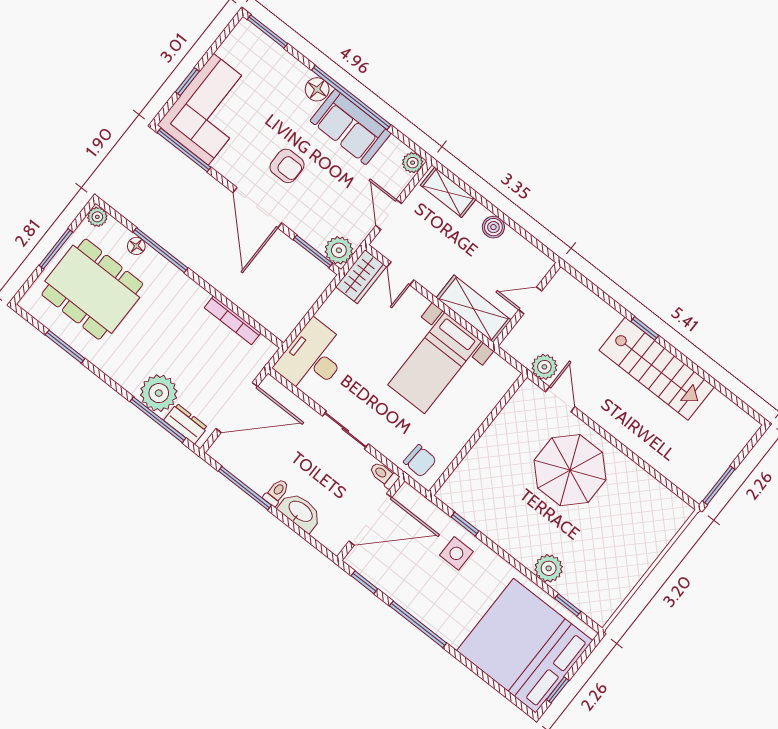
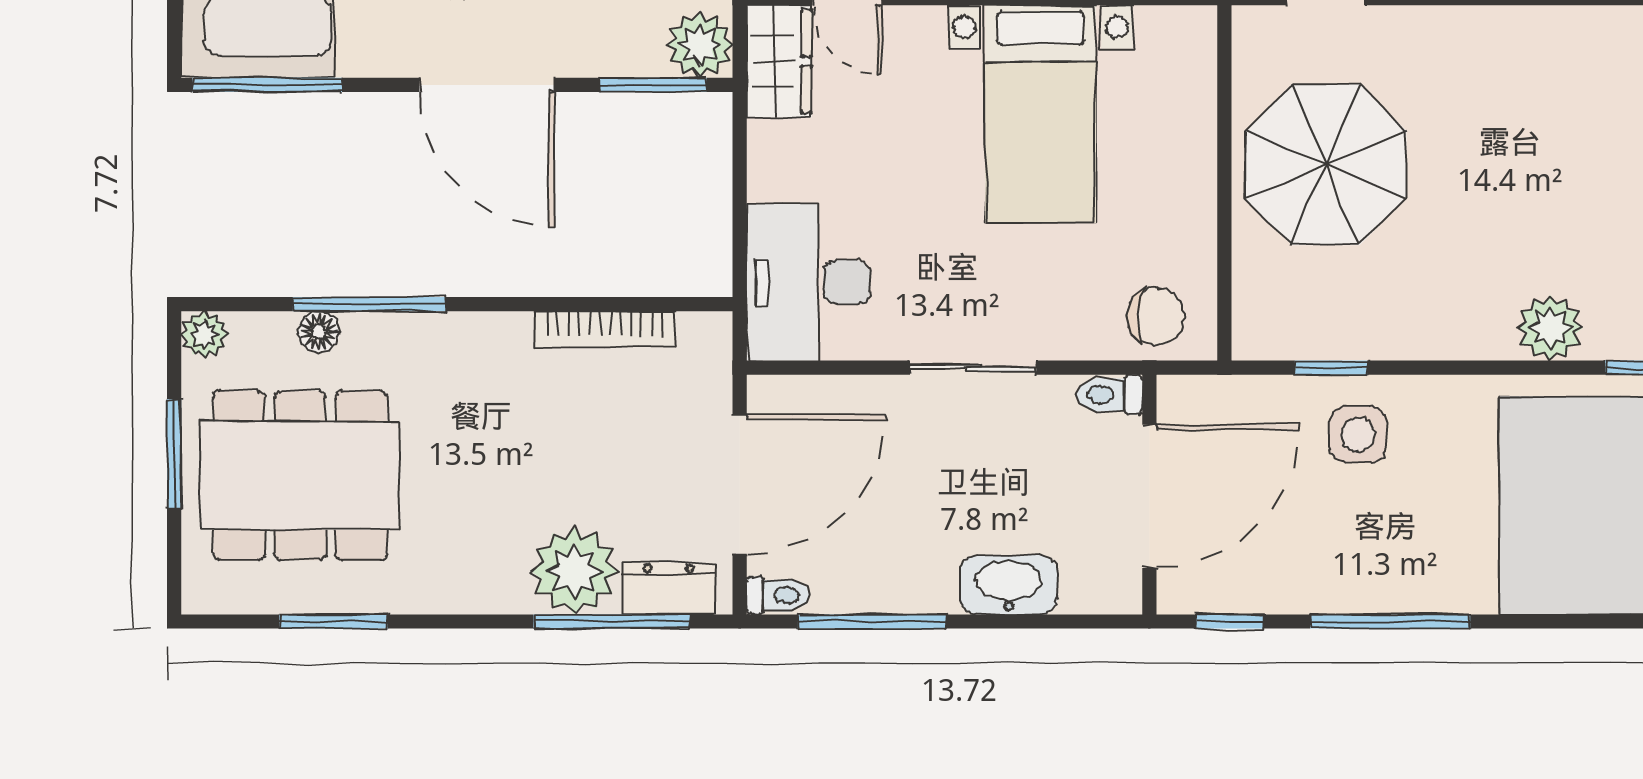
parasol: (570, 470) -> (1326, 165), moved
toilet: (276, 492) -> (778, 595), moved, turned 90

